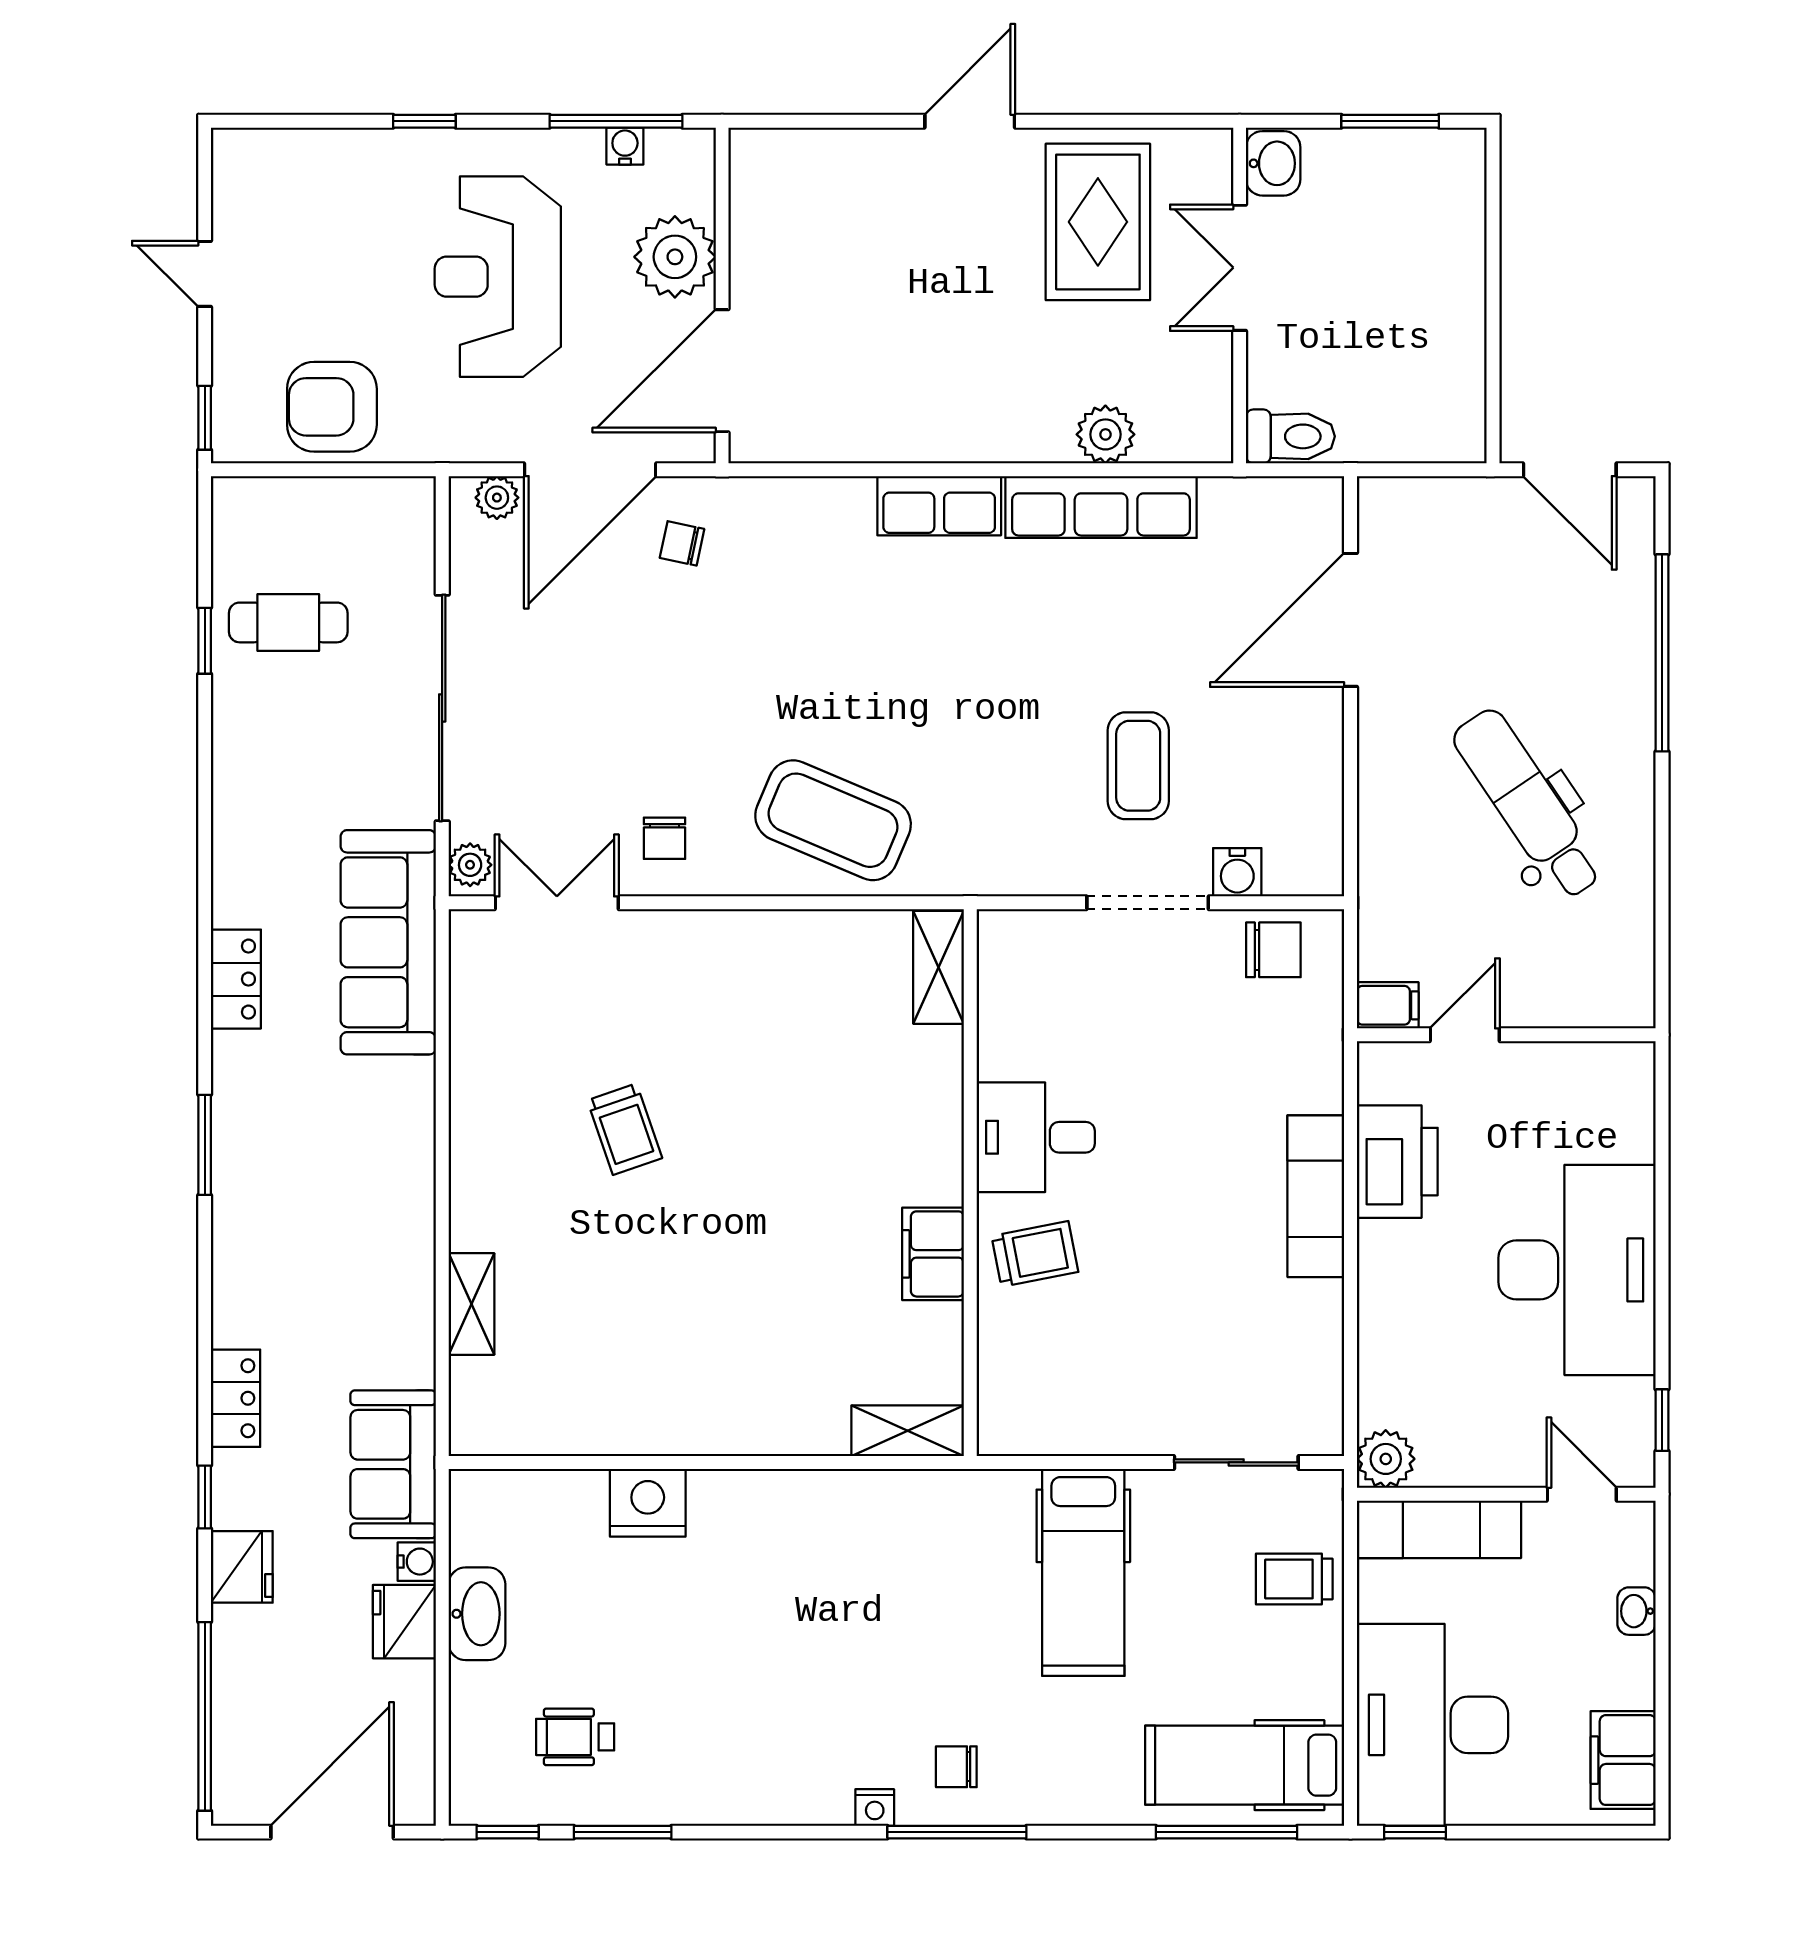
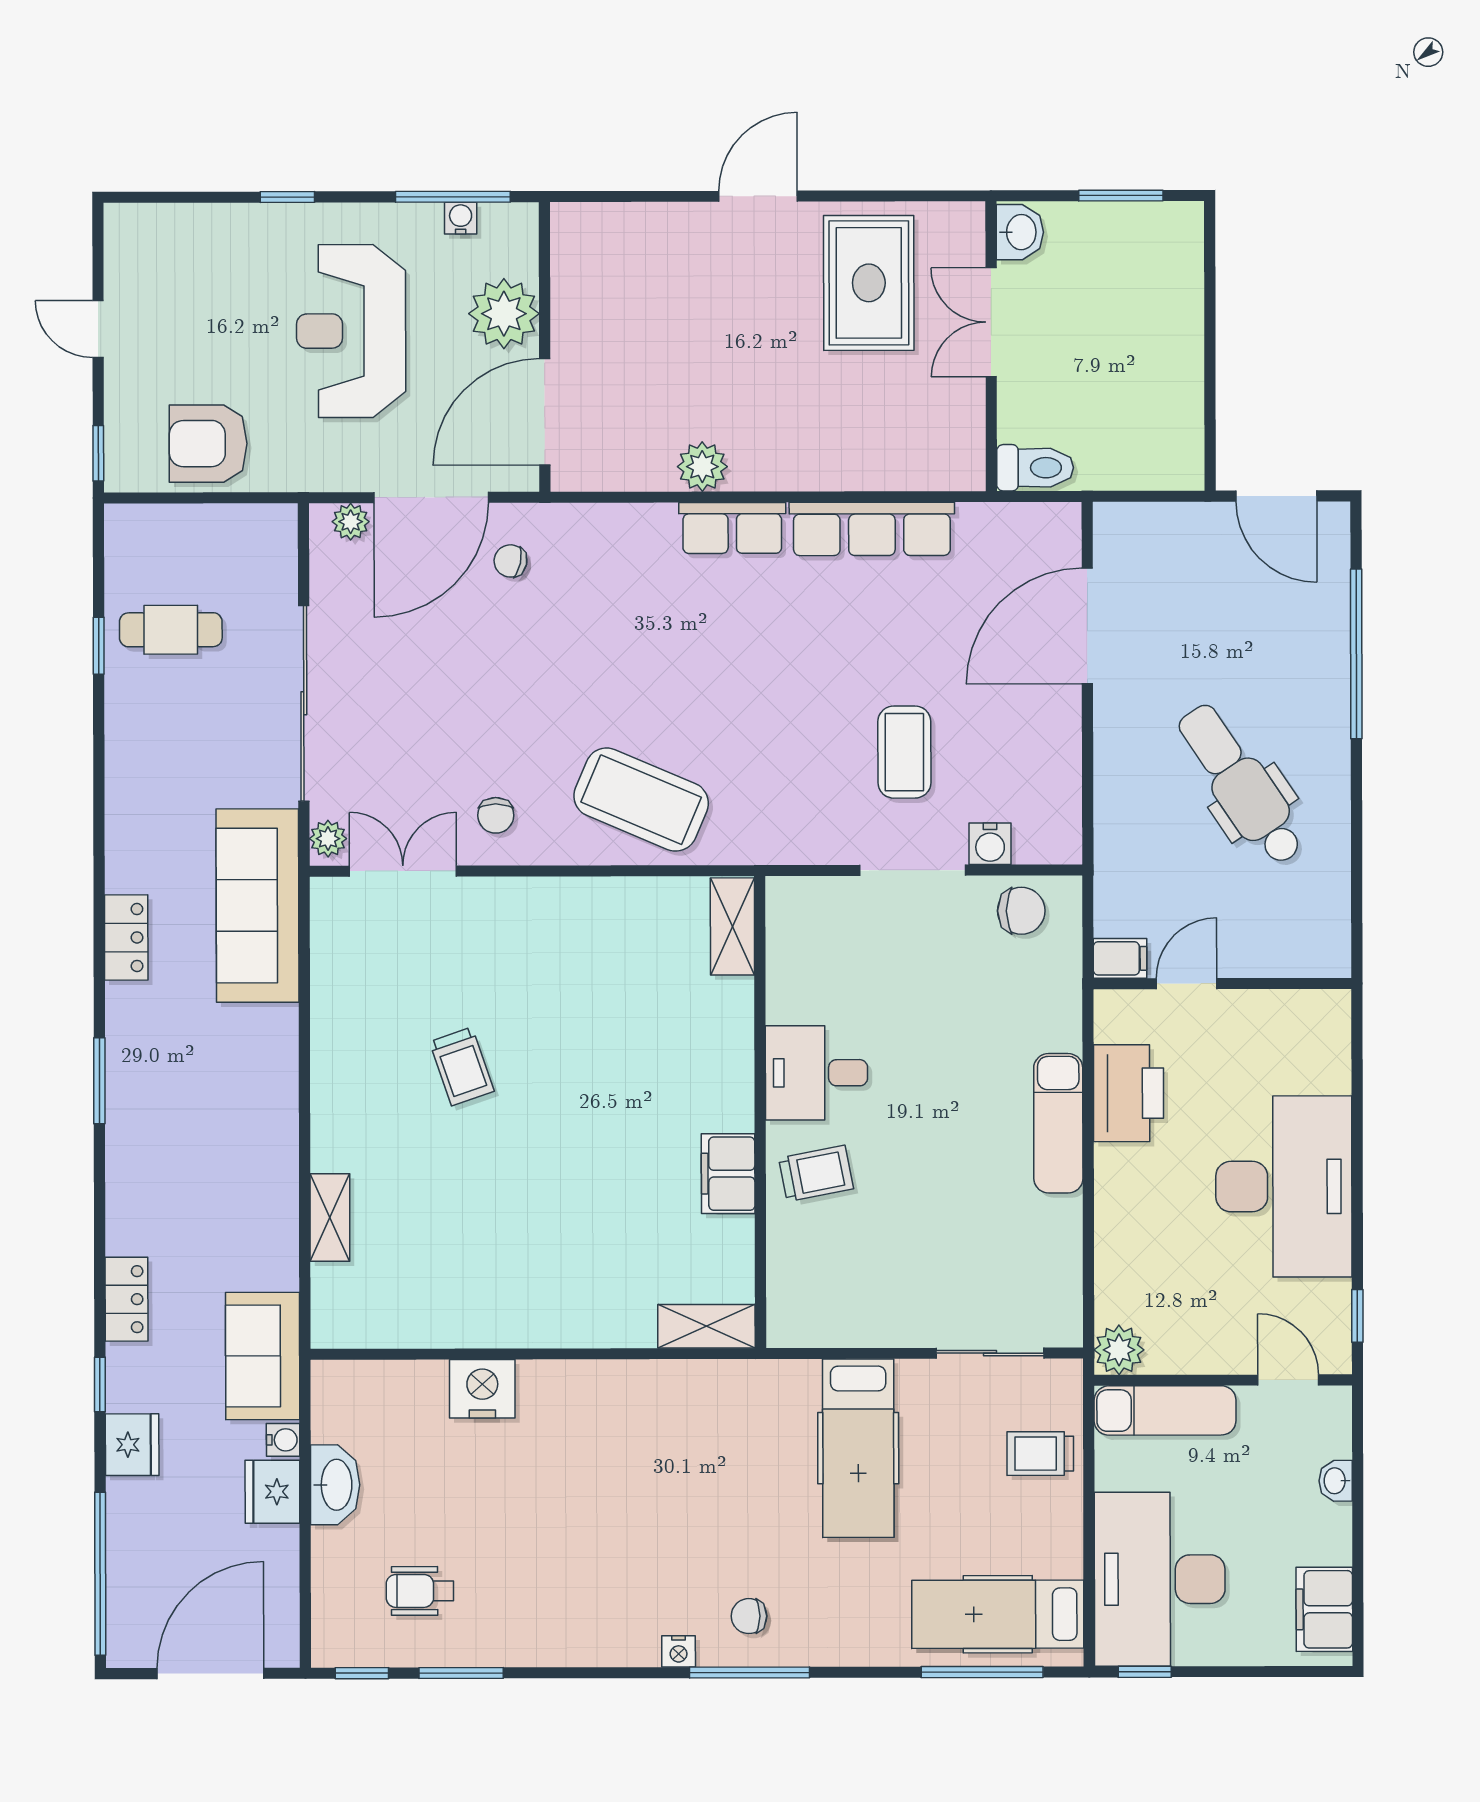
plant: (1105, 434) -> (702, 467), moved

